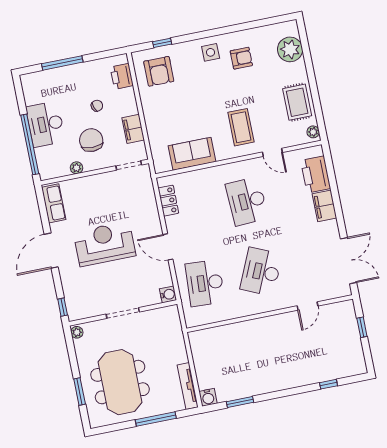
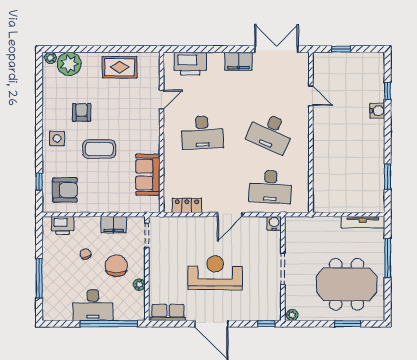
armchair: (241, 58) -> (82, 112), moved
coffee table: (241, 127) -> (99, 149), moved
plant: (313, 132) -> (50, 58), moved
chair: (91, 140) -> (116, 266), turned 90
filing cabinet: (324, 206) -> (238, 61), moved
reception desk: (105, 244) -> (215, 273), turned 90
water cooler: (208, 397) -> (377, 111), moved

